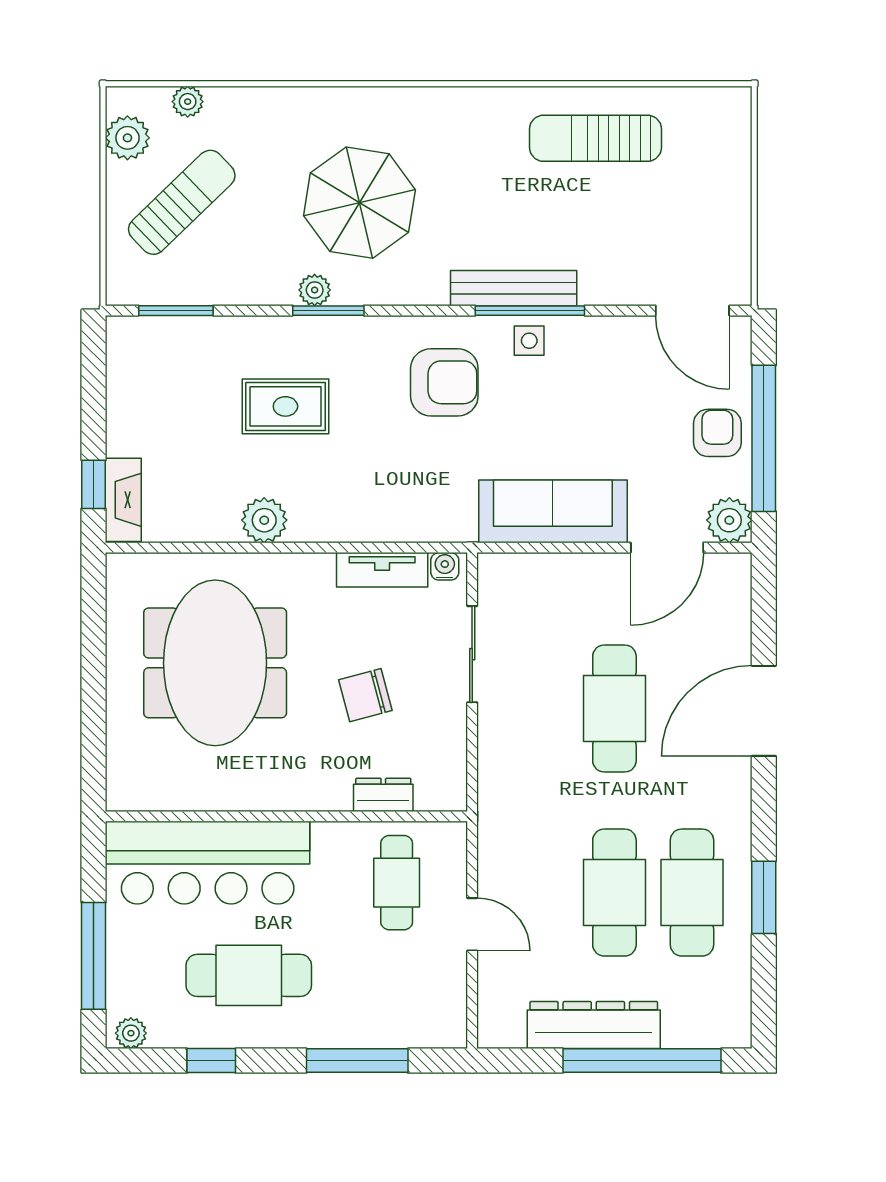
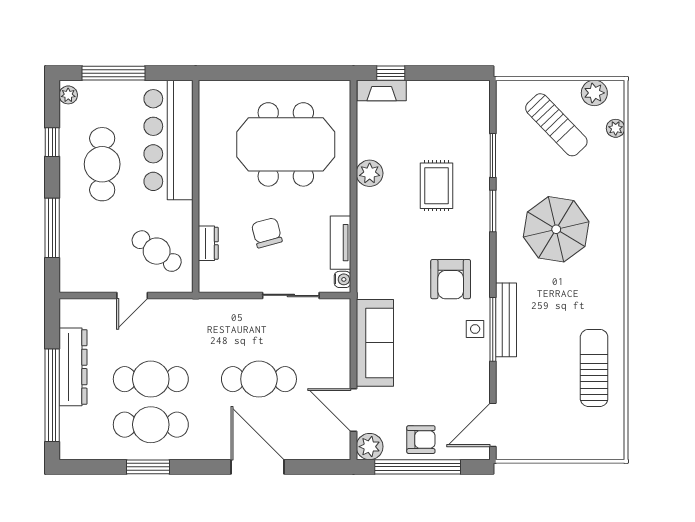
plant: (315, 290) -> (505, 203), removed
window: (176, 311) -> (493, 155), moved
cafe table: (397, 883) -> (157, 251), turned 36

